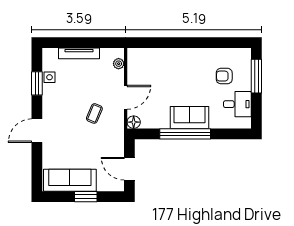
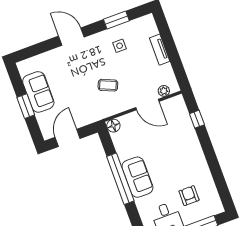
window: (156, 43) -> (197, 119), added
tv unit: (79, 53) -> (160, 50), width x0.71
side table: (49, 77) -> (120, 46), moved
door: (126, 97) -> (147, 105), moved
sofa: (70, 180) -> (38, 92), width x0.73

